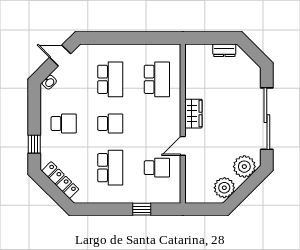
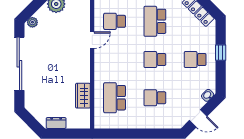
school desk: (110, 79) -> (155, 98), width x0.54
wardrobe: (193, 114) -> (83, 96), moved
window: (34, 144) -> (221, 53), moved
plant: (244, 167) -> (32, 22), width x0.53, depth x0.53

